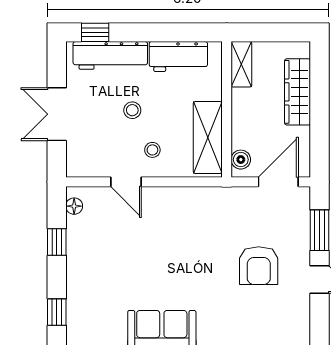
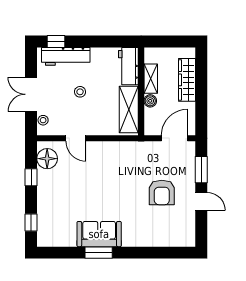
workbench: (178, 57) -> (128, 66), moved, turned 90
shelving: (241, 64) -> (151, 79), moved
stool: (152, 150) -> (43, 120), moved
boiler: (241, 160) -> (150, 101), moved
floor lamp: (74, 206) -> (47, 159), width x1.89, depth x1.89

